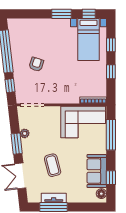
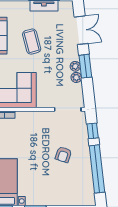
plant: (26, 144) -> (75, 66), added
coffee table: (53, 165) -> (32, 42), moved

